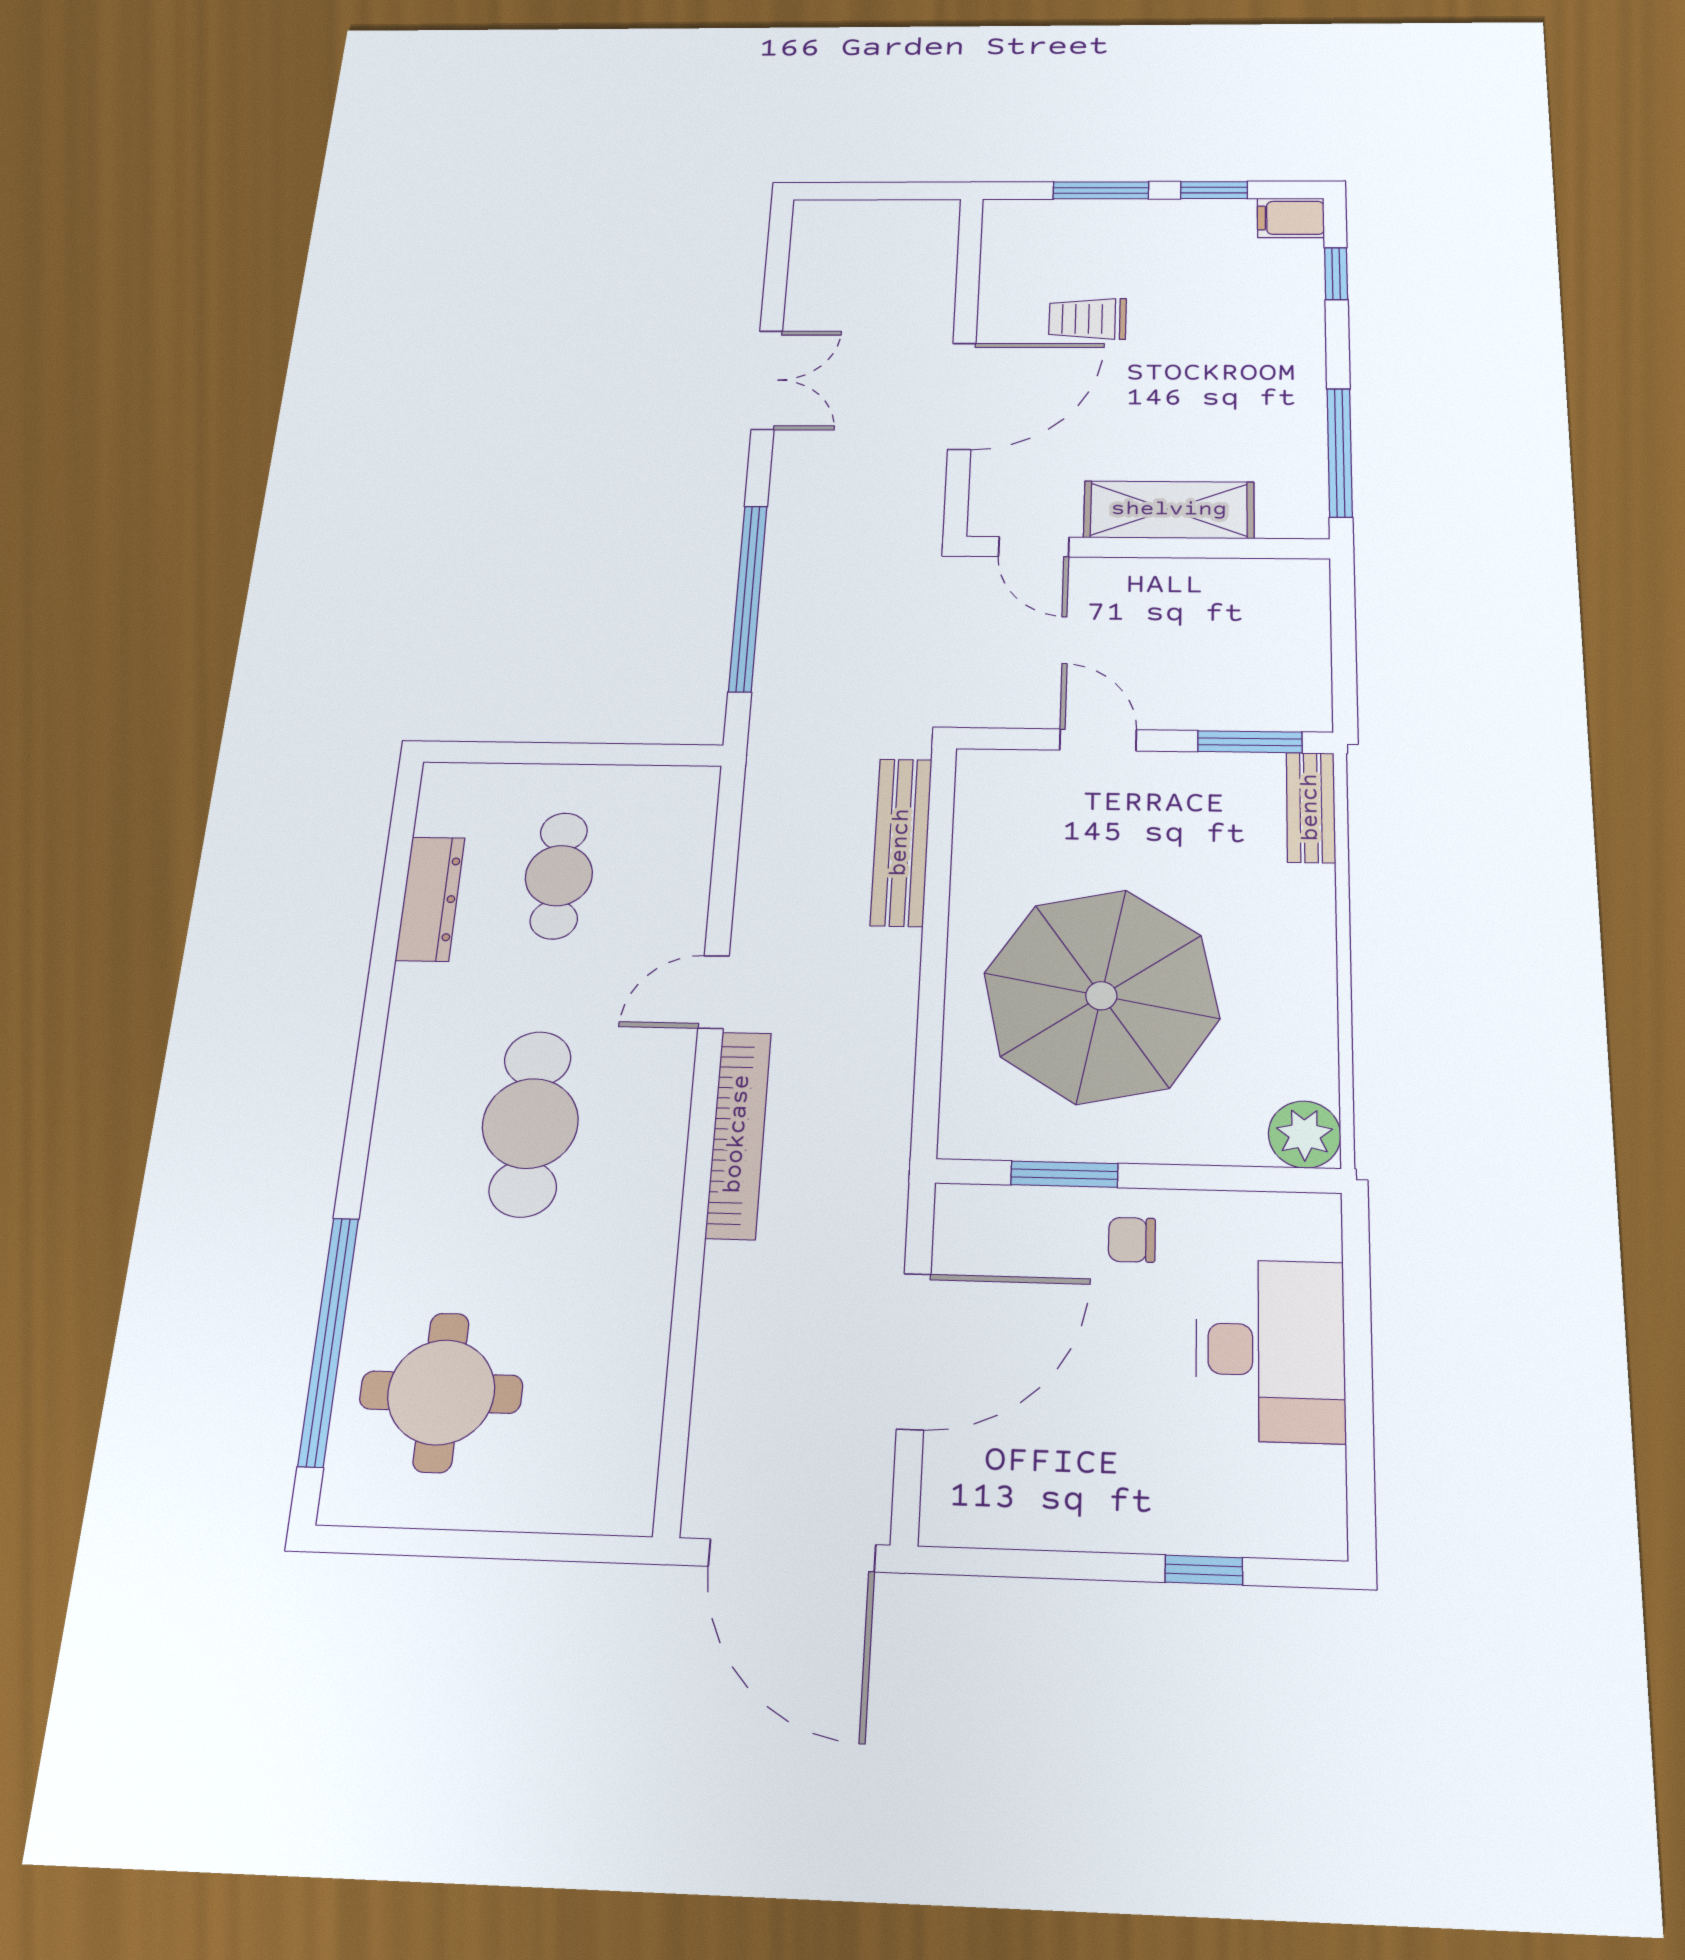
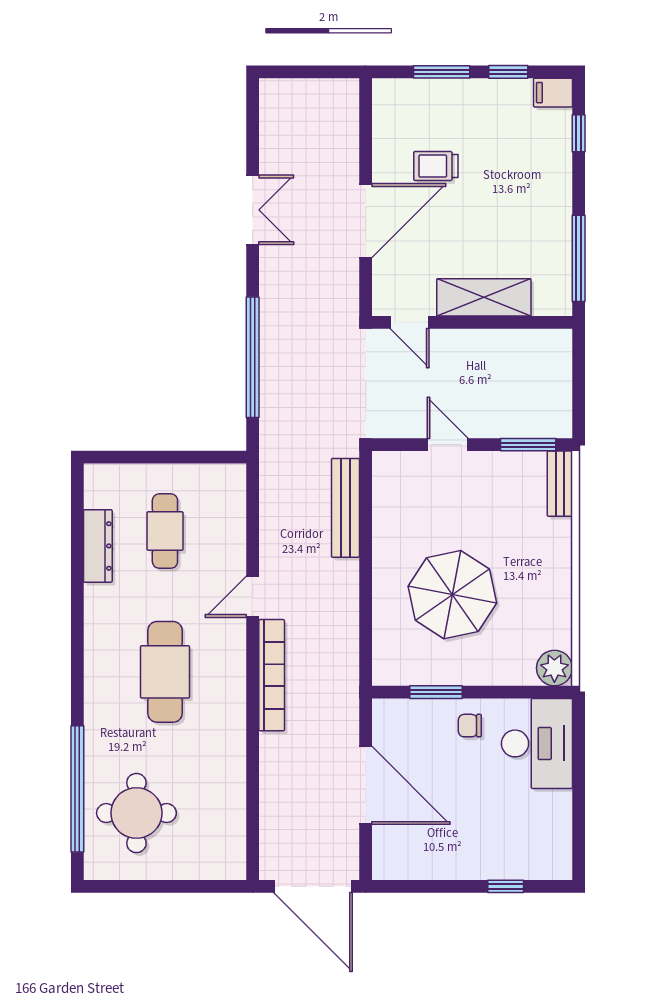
parasol: (1101, 996) -> (452, 595), width x0.73, depth x0.73
desk: (1270, 1350) -> (537, 743), moved
door: (914, 1351) -> (366, 785), hinge flipped

